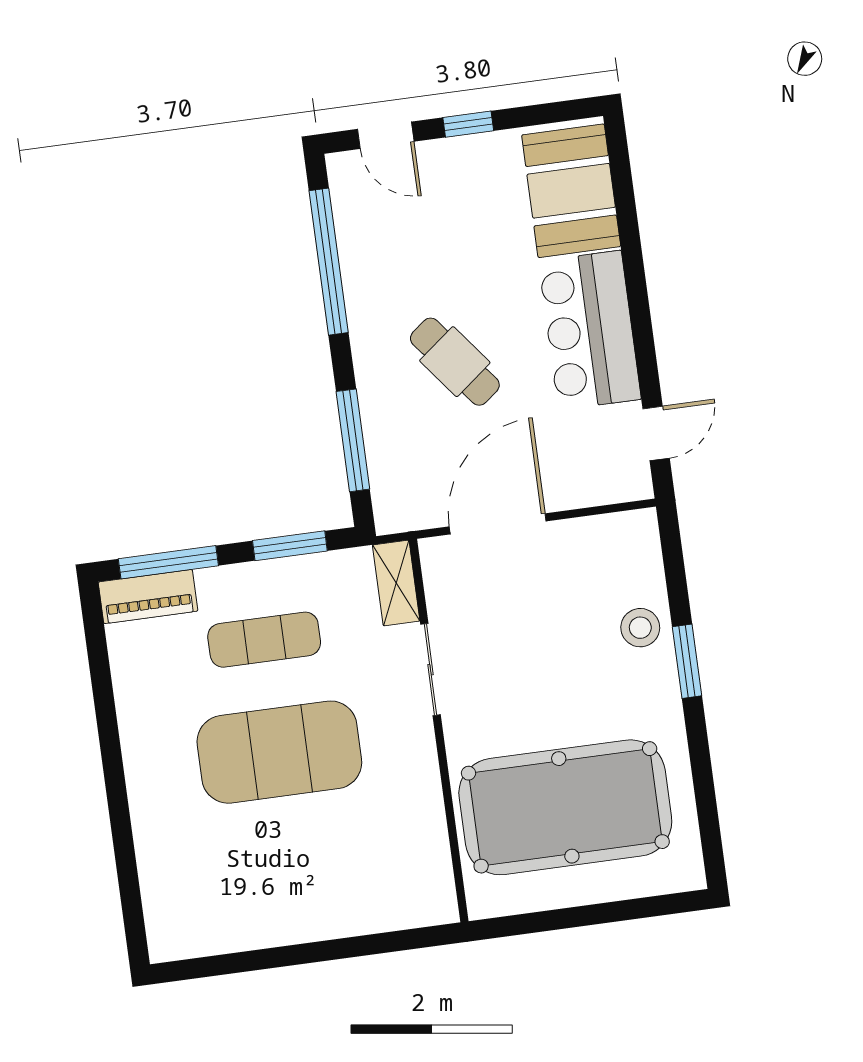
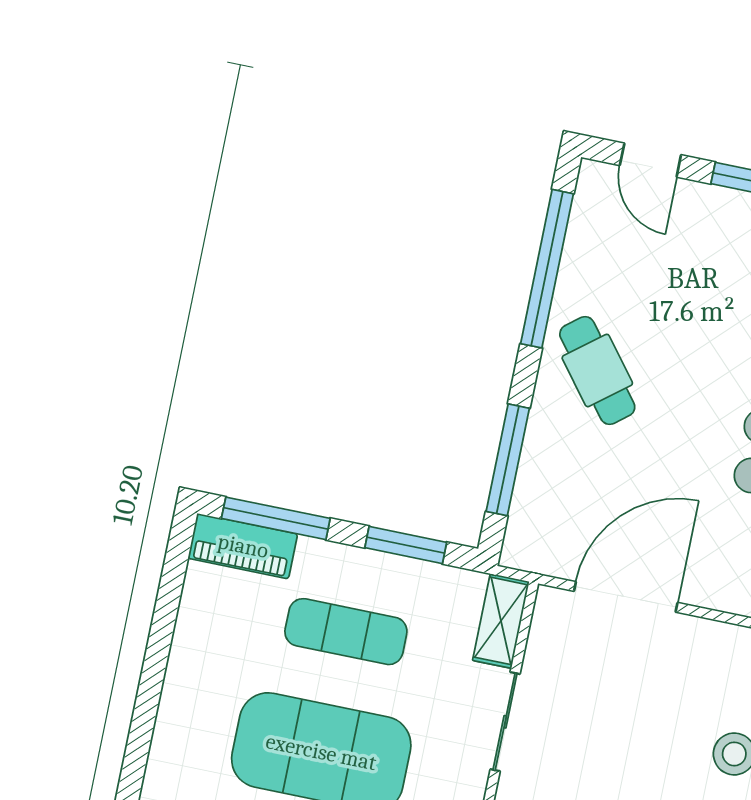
cafe table: (455, 362) -> (597, 370), moved

